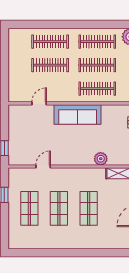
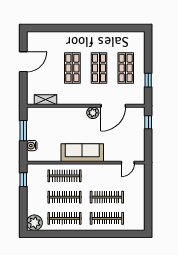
door: (39, 103) -> (128, 163), moved
plant: (101, 159) -> (93, 113), moved
door: (43, 167) -> (113, 106), width x1.88

